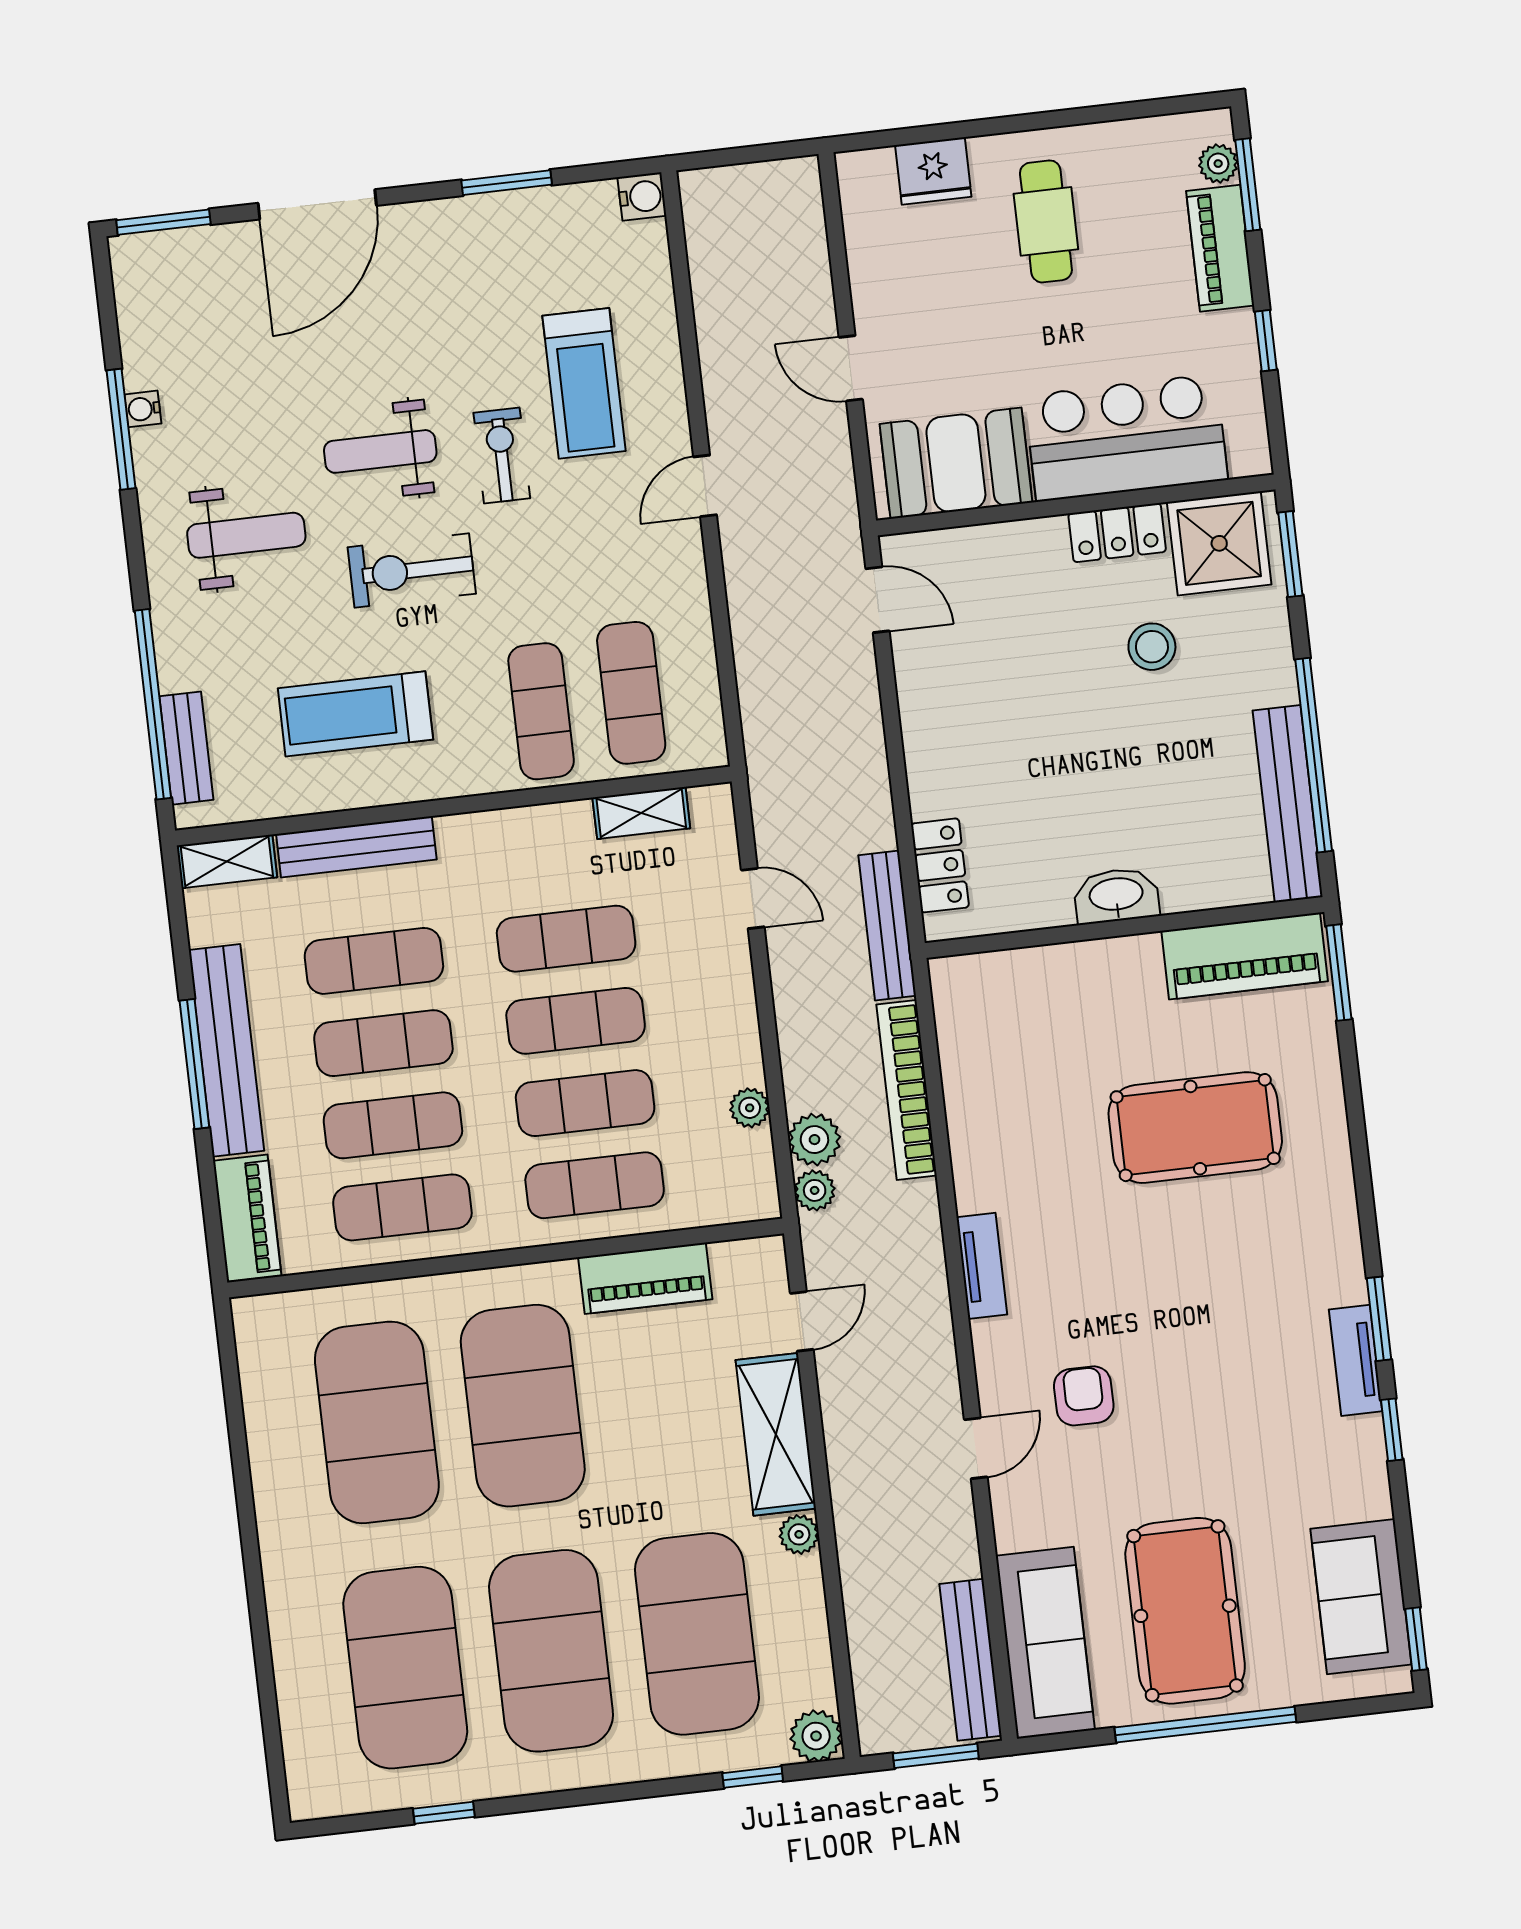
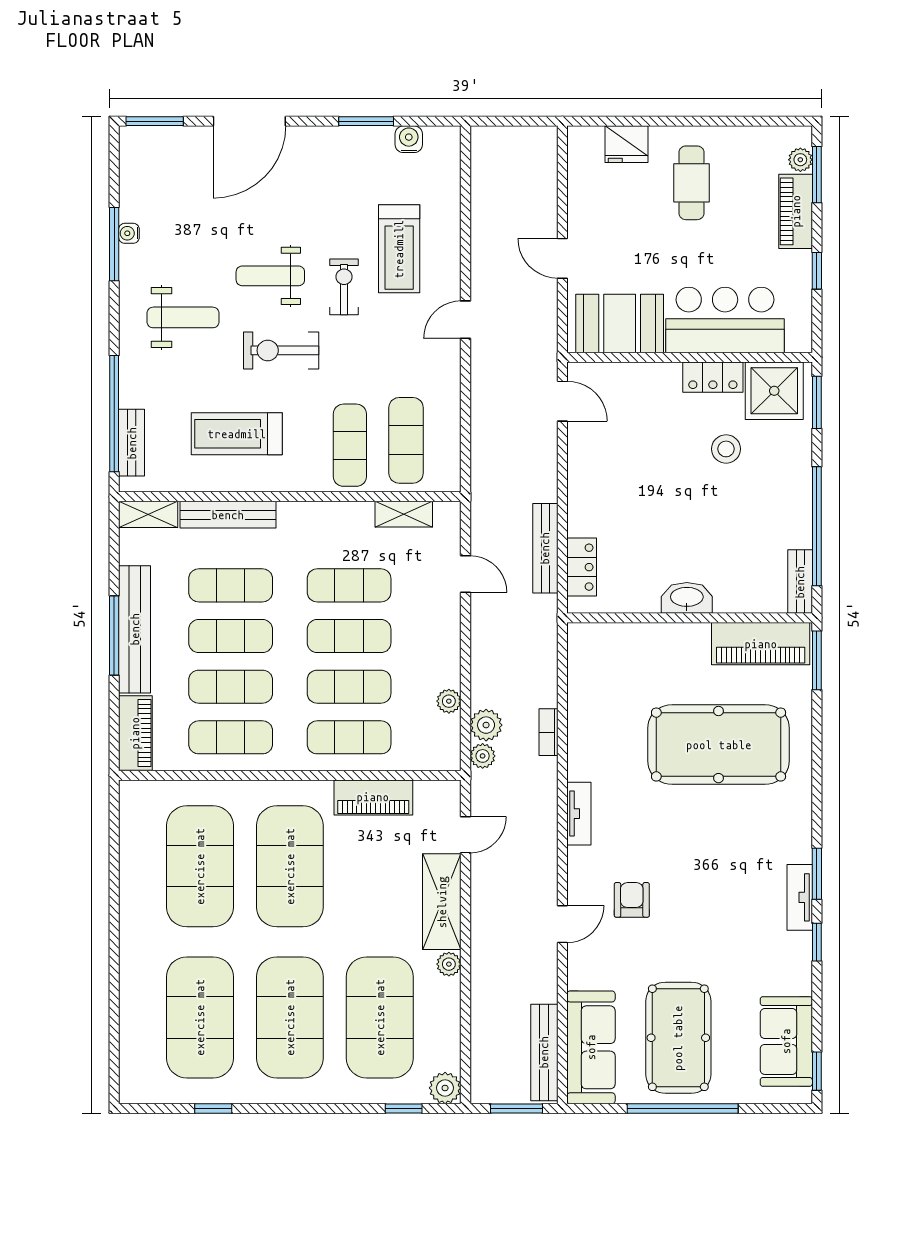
water cooler: (642, 197) -> (409, 139), moved, turned -90
bench: (1288, 804) -> (800, 582), width x0.54, depth x0.82
bench: (887, 925) -> (545, 548), moved
bookcase: (907, 1090) -> (549, 732), width x0.43, depth x0.76
pool table: (1195, 1128) -> (719, 745), width x1.36, depth x1.32

